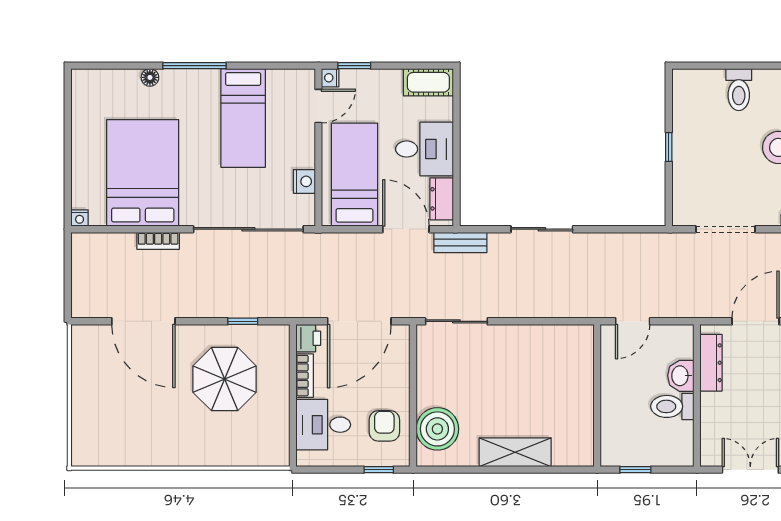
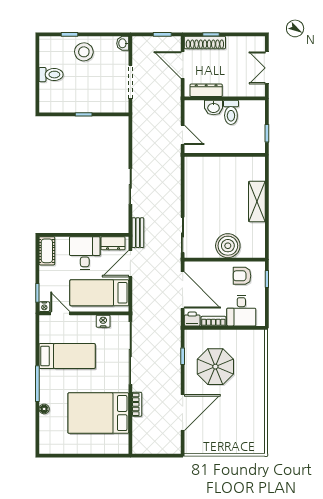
nightstand: (80, 218) -> (124, 449), removed
boiler: (437, 429) -> (228, 246), moved

